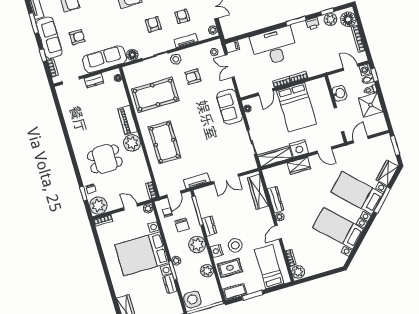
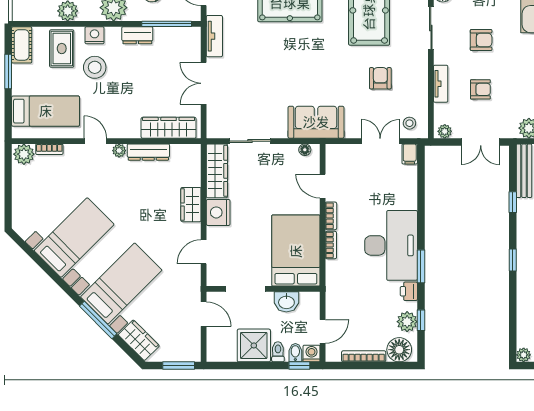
desk: (274, 46) -> (391, 245), moved
stool: (176, 59) -> (416, 59), removed
bed: (297, 107) -> (296, 251), moved, turned 90

